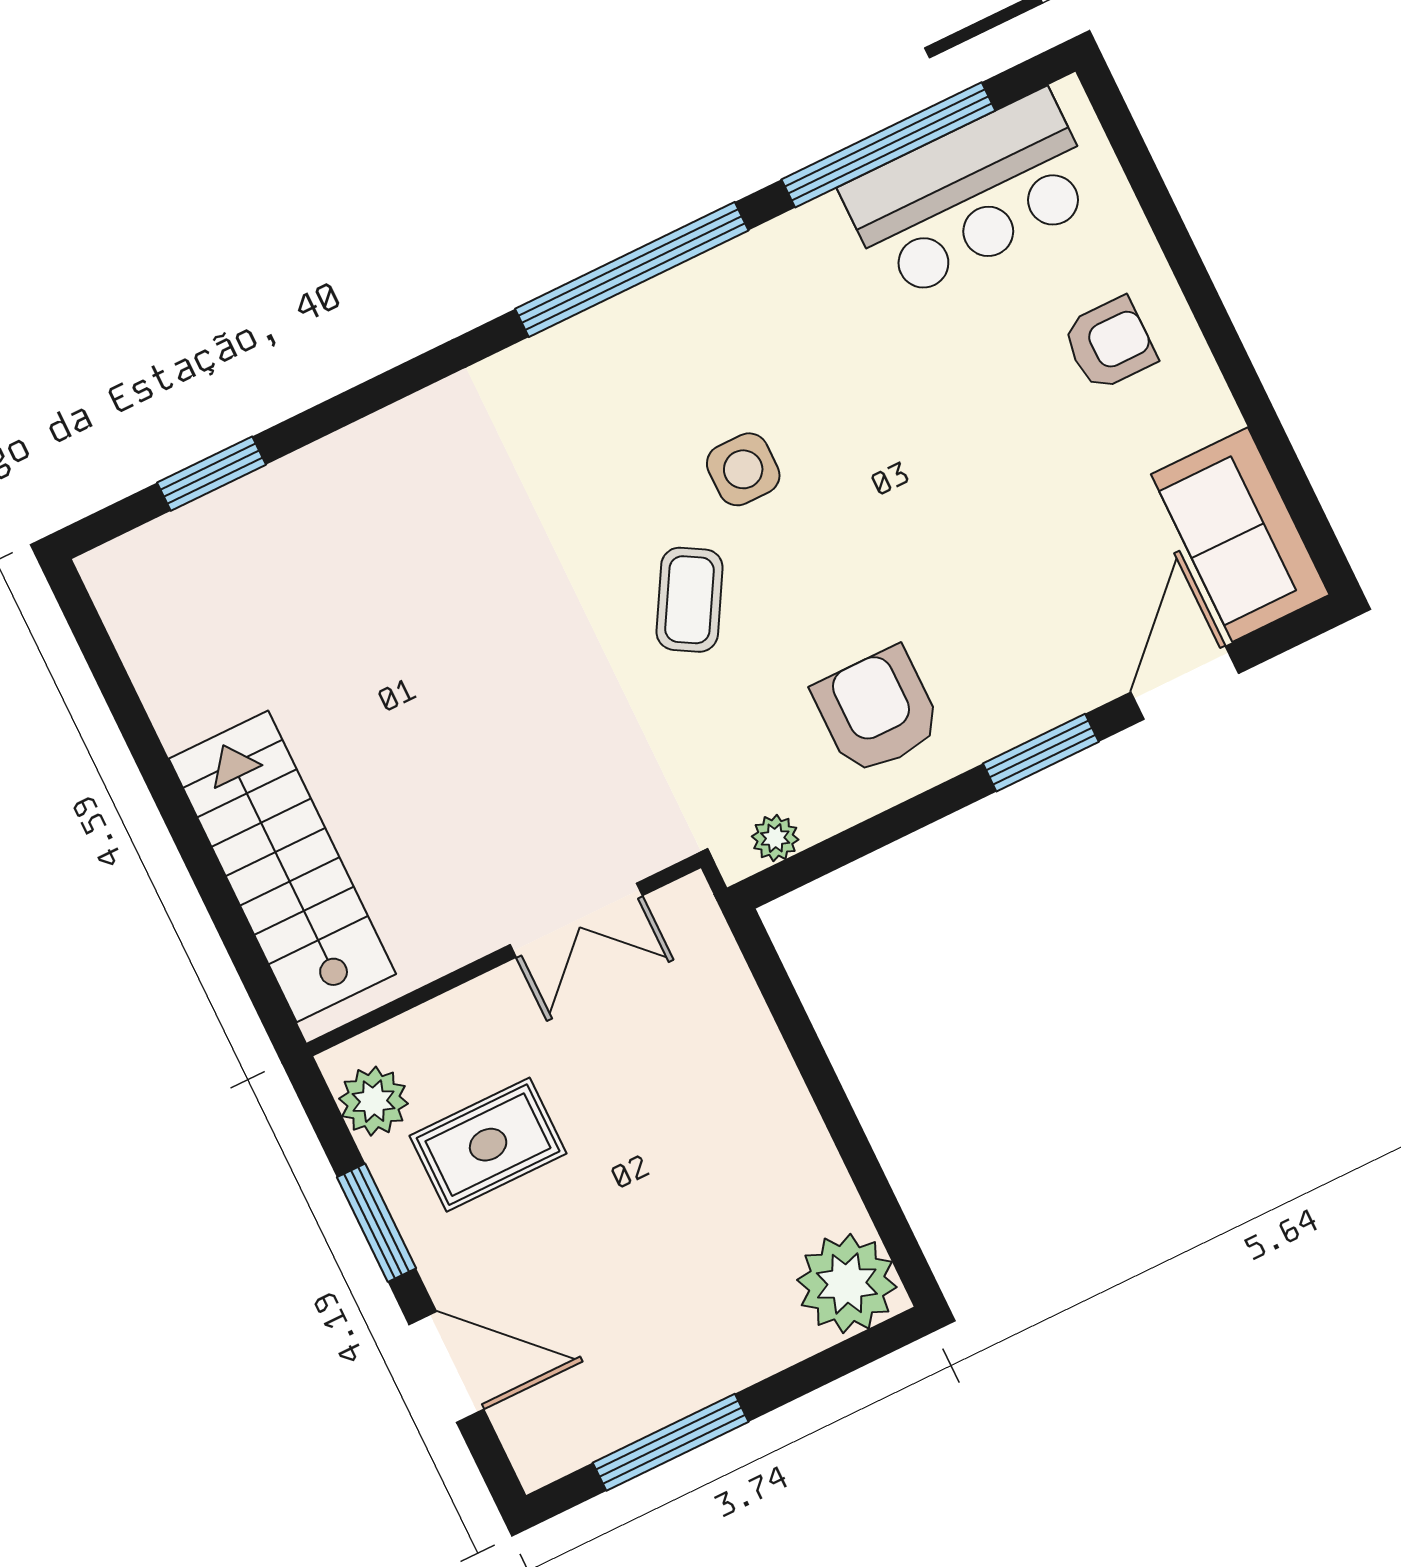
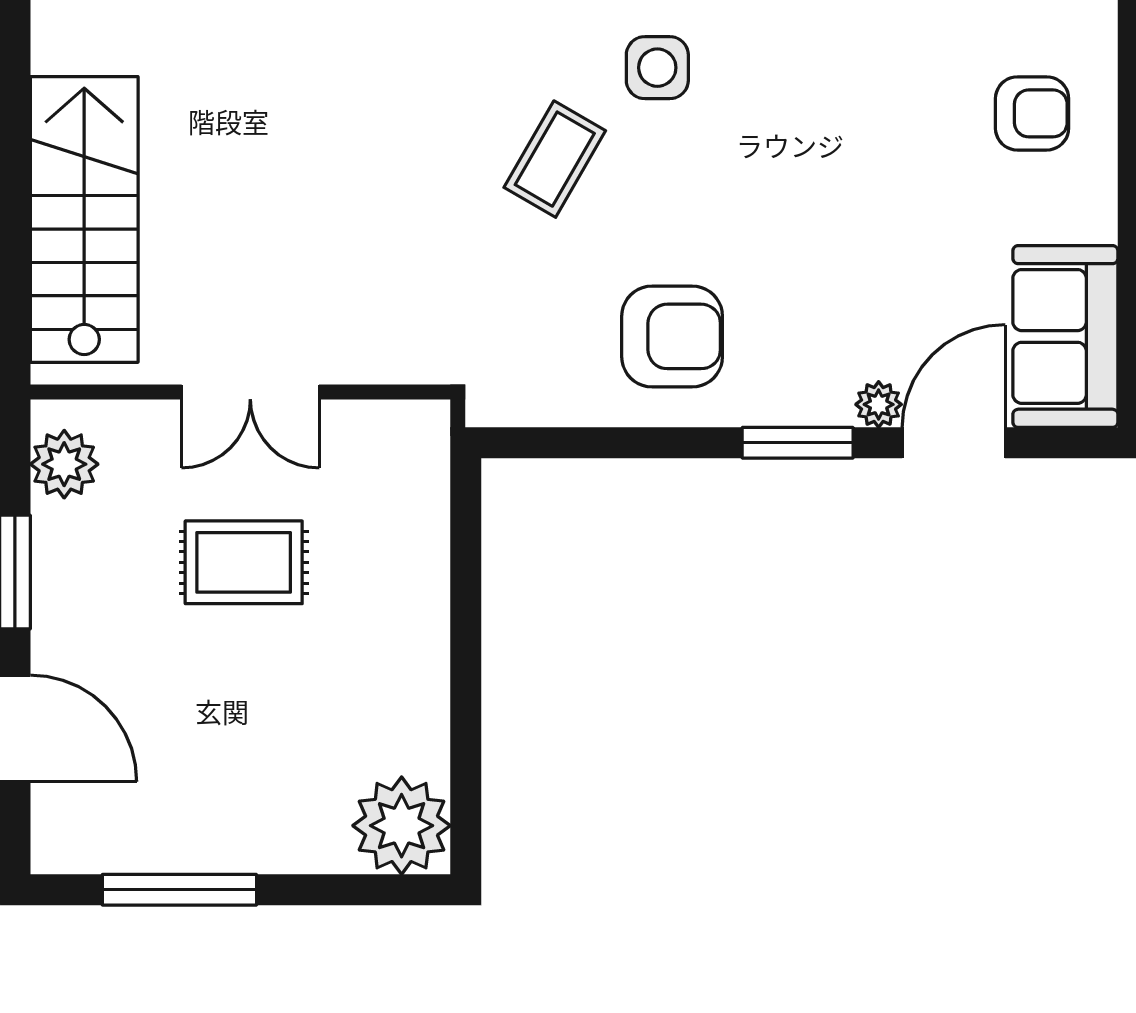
armchair: (877, 711) -> (672, 336), turned 90
plant: (775, 838) -> (879, 404), moved
double door: (576, 920) -> (250, 392), moved
rug: (488, 1145) -> (244, 562), moved

